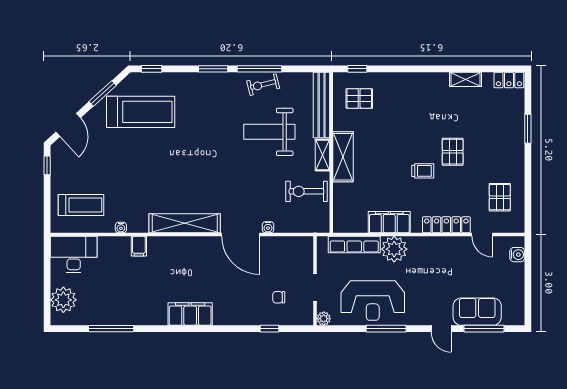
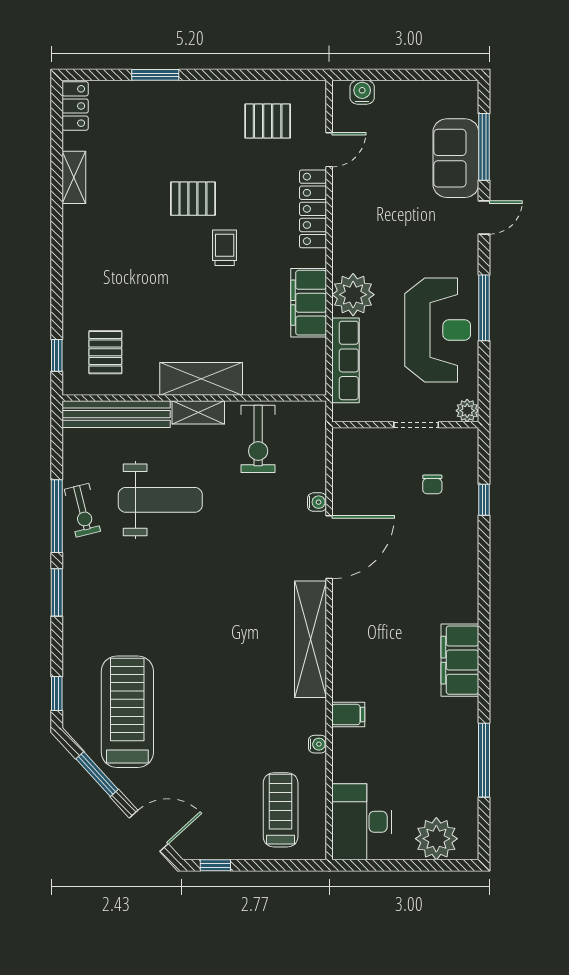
weight bench: (269, 132) -> (160, 500), turned -90
filing cabinet: (190, 314) -> (460, 660), moved

